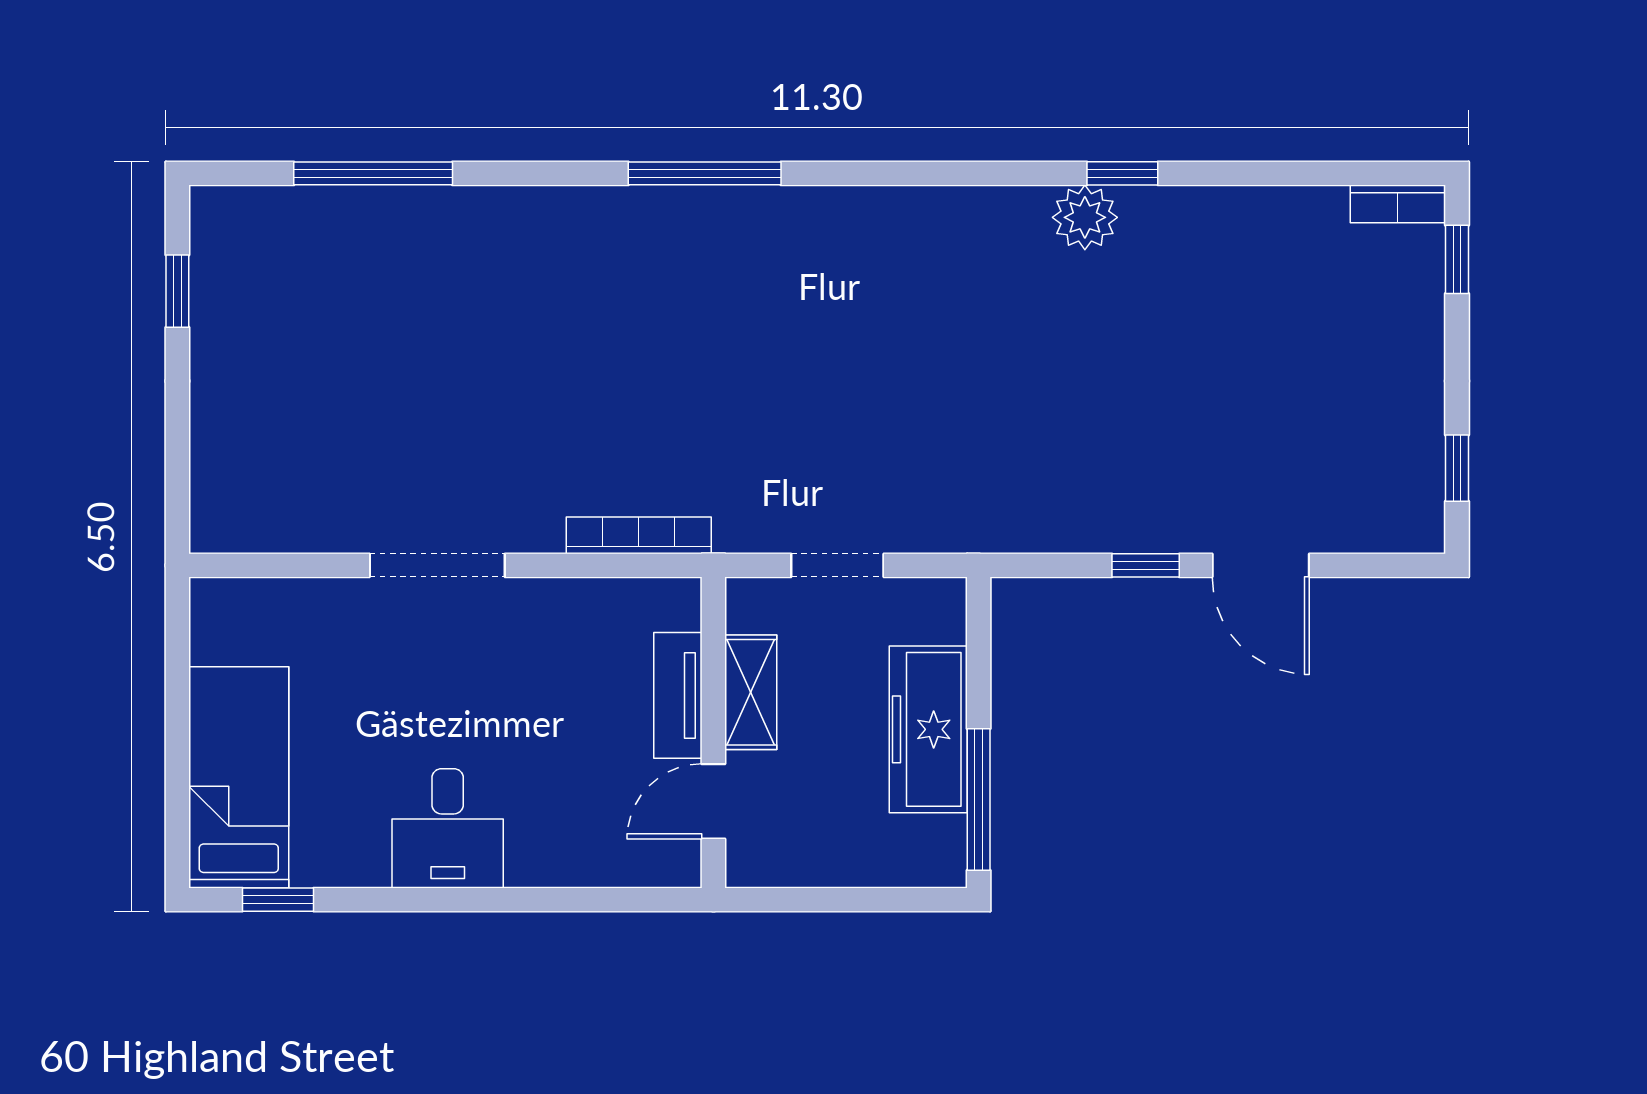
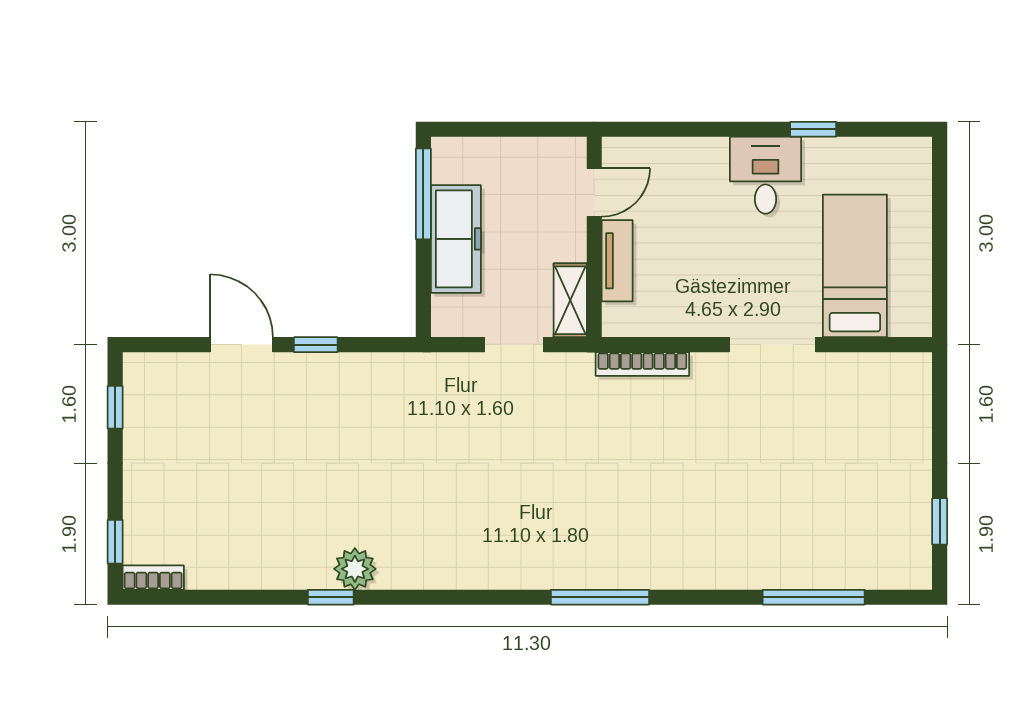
shelving: (751, 692) -> (570, 300), moved
bed: (239, 777) -> (855, 266), moved, turned 180
window: (278, 900) -> (813, 129), moved

